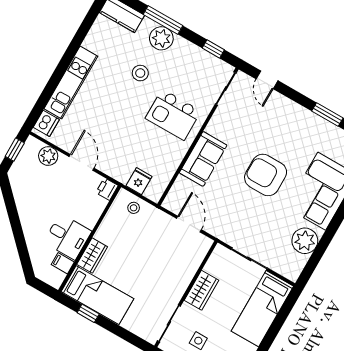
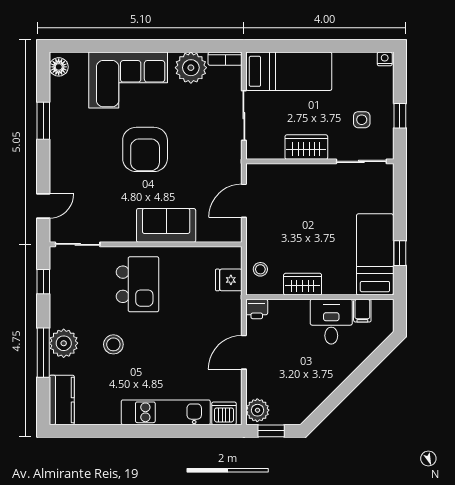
plant: (48, 156) -> (257, 410), moved
wardrobe: (92, 255) -> (303, 284), moved
bookcase: (297, 269) -> (225, 59), added

